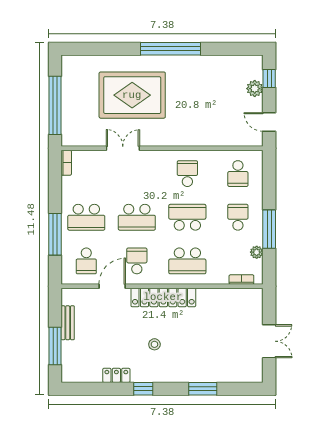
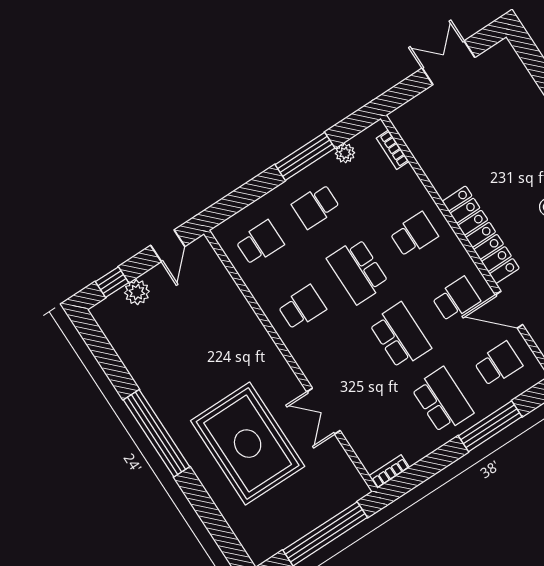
school desk: (187, 174) -> (302, 307), turned 180
school desk: (137, 261) -> (456, 299), turned 180
school desk: (187, 261) -> (414, 234), width x0.54

